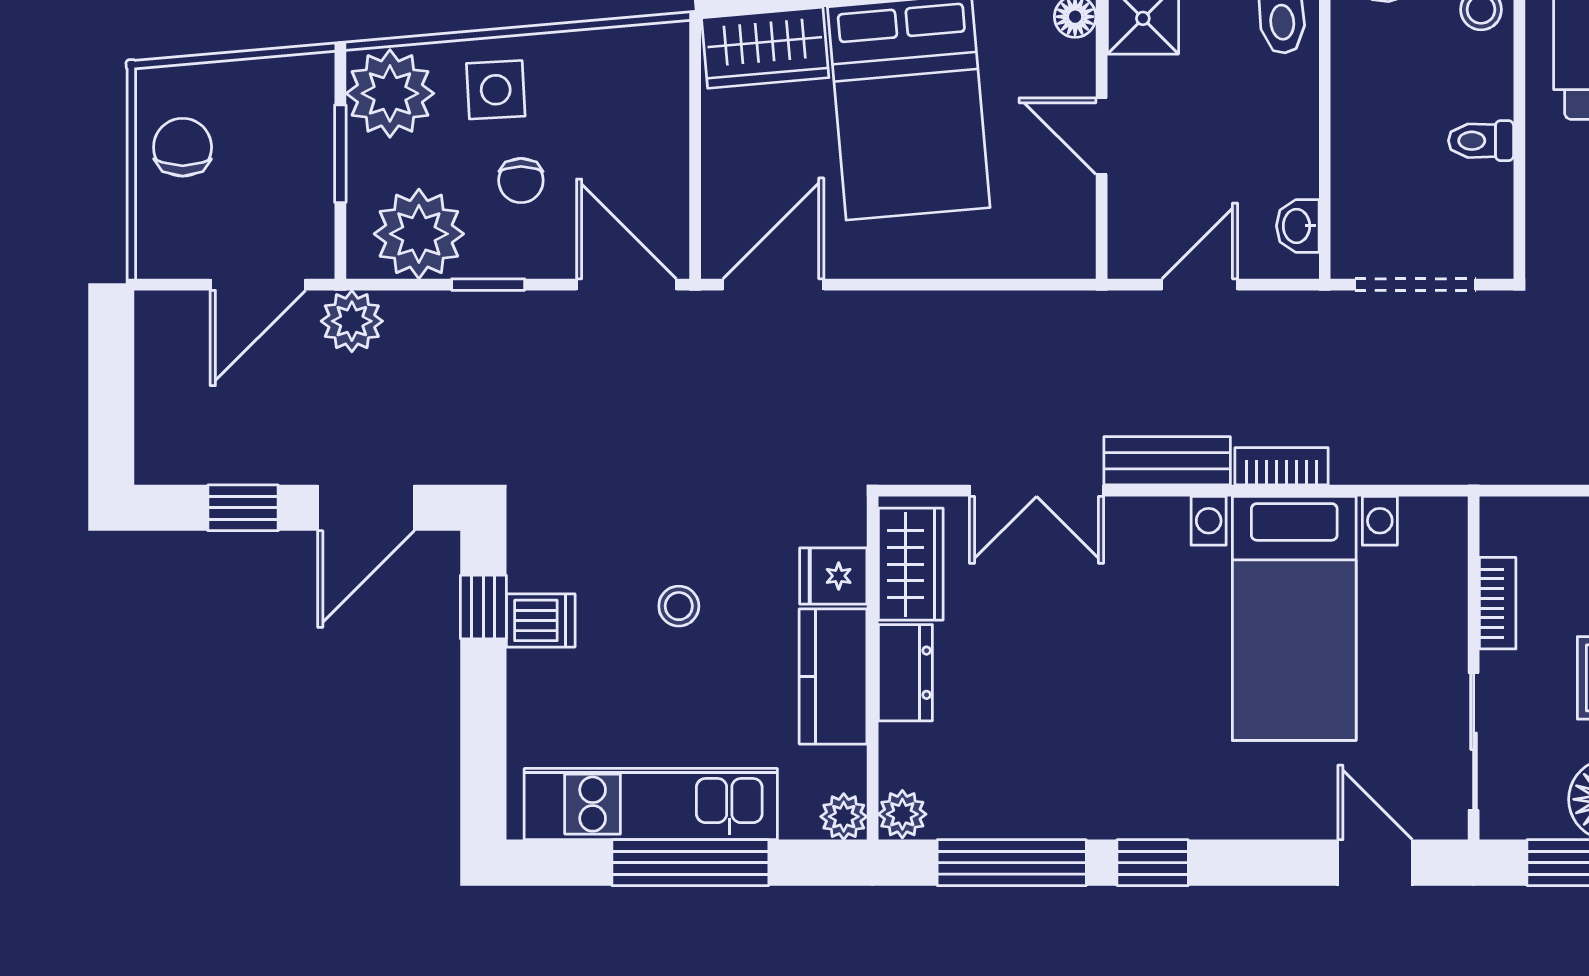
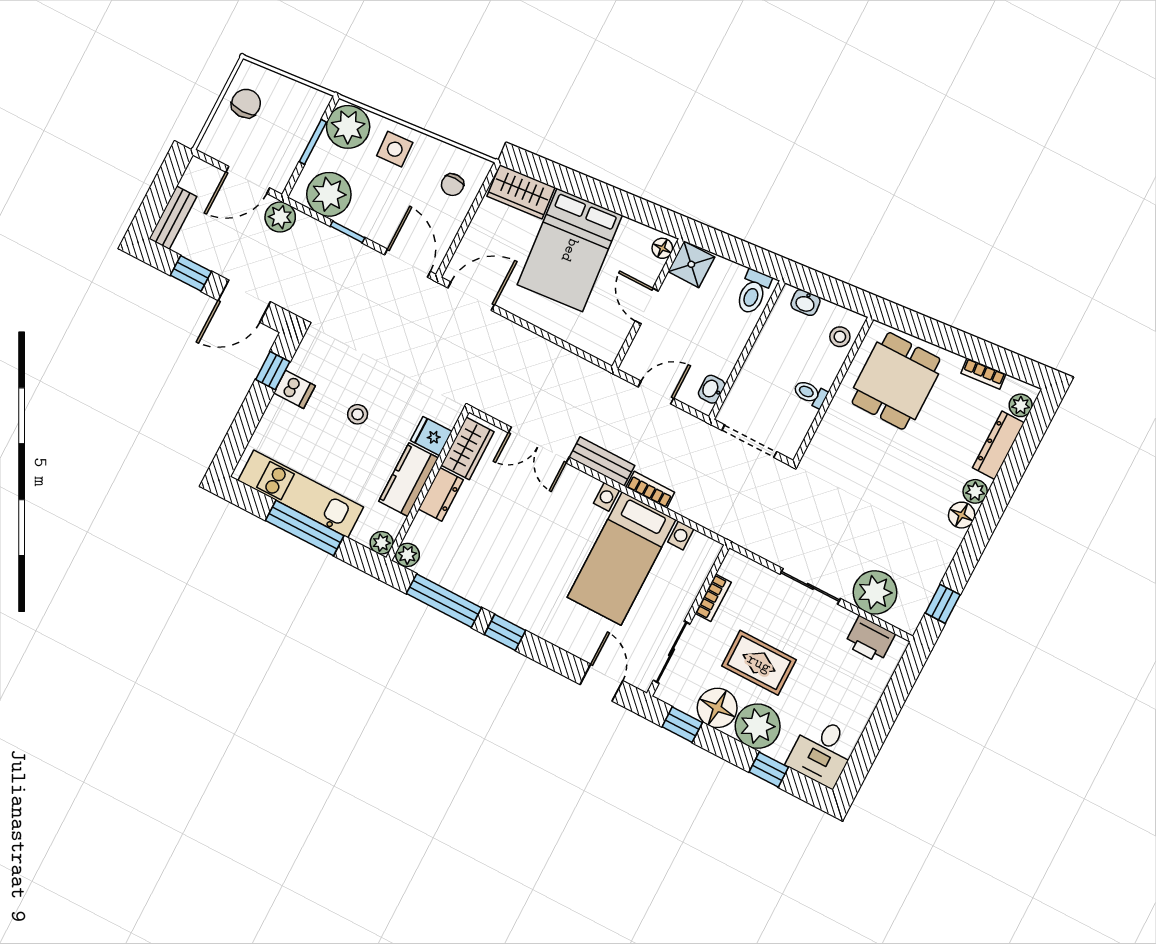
chair: (521, 180) -> (452, 185), moved
bench: (158, 424) -> (173, 218), added

